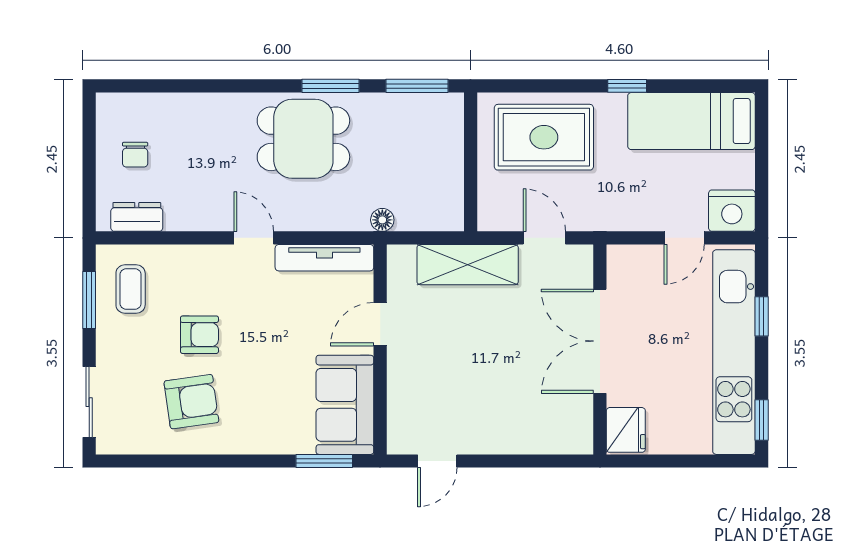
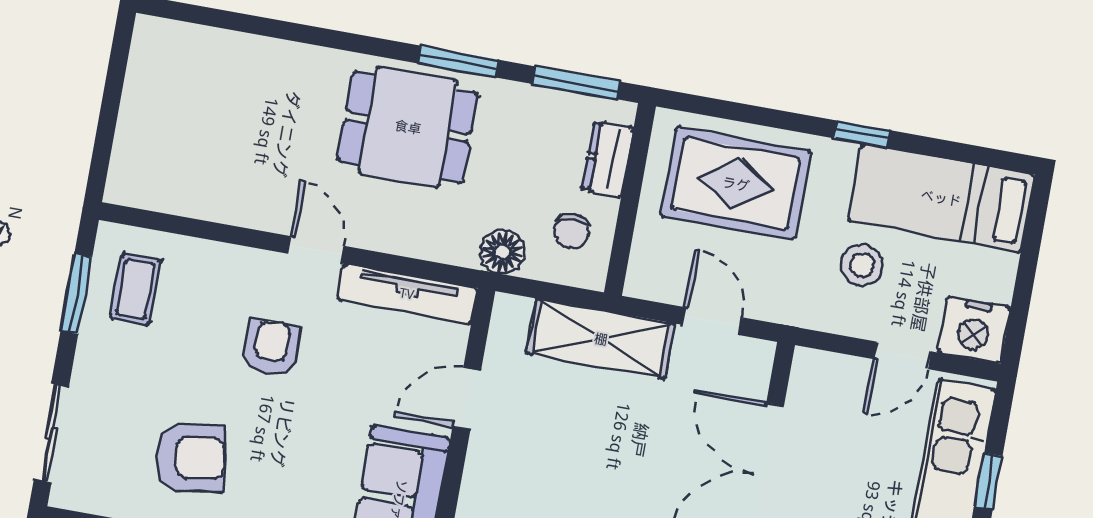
chair: (135, 155) -> (572, 231), moved
stool: (644, 179) -> (862, 265), added
dresser: (137, 217) -> (608, 159), moved, turned -90
floor lamp: (382, 220) -> (502, 252), width x1.37, depth x1.37
armchair: (199, 335) -> (271, 348), moved, turned -90

